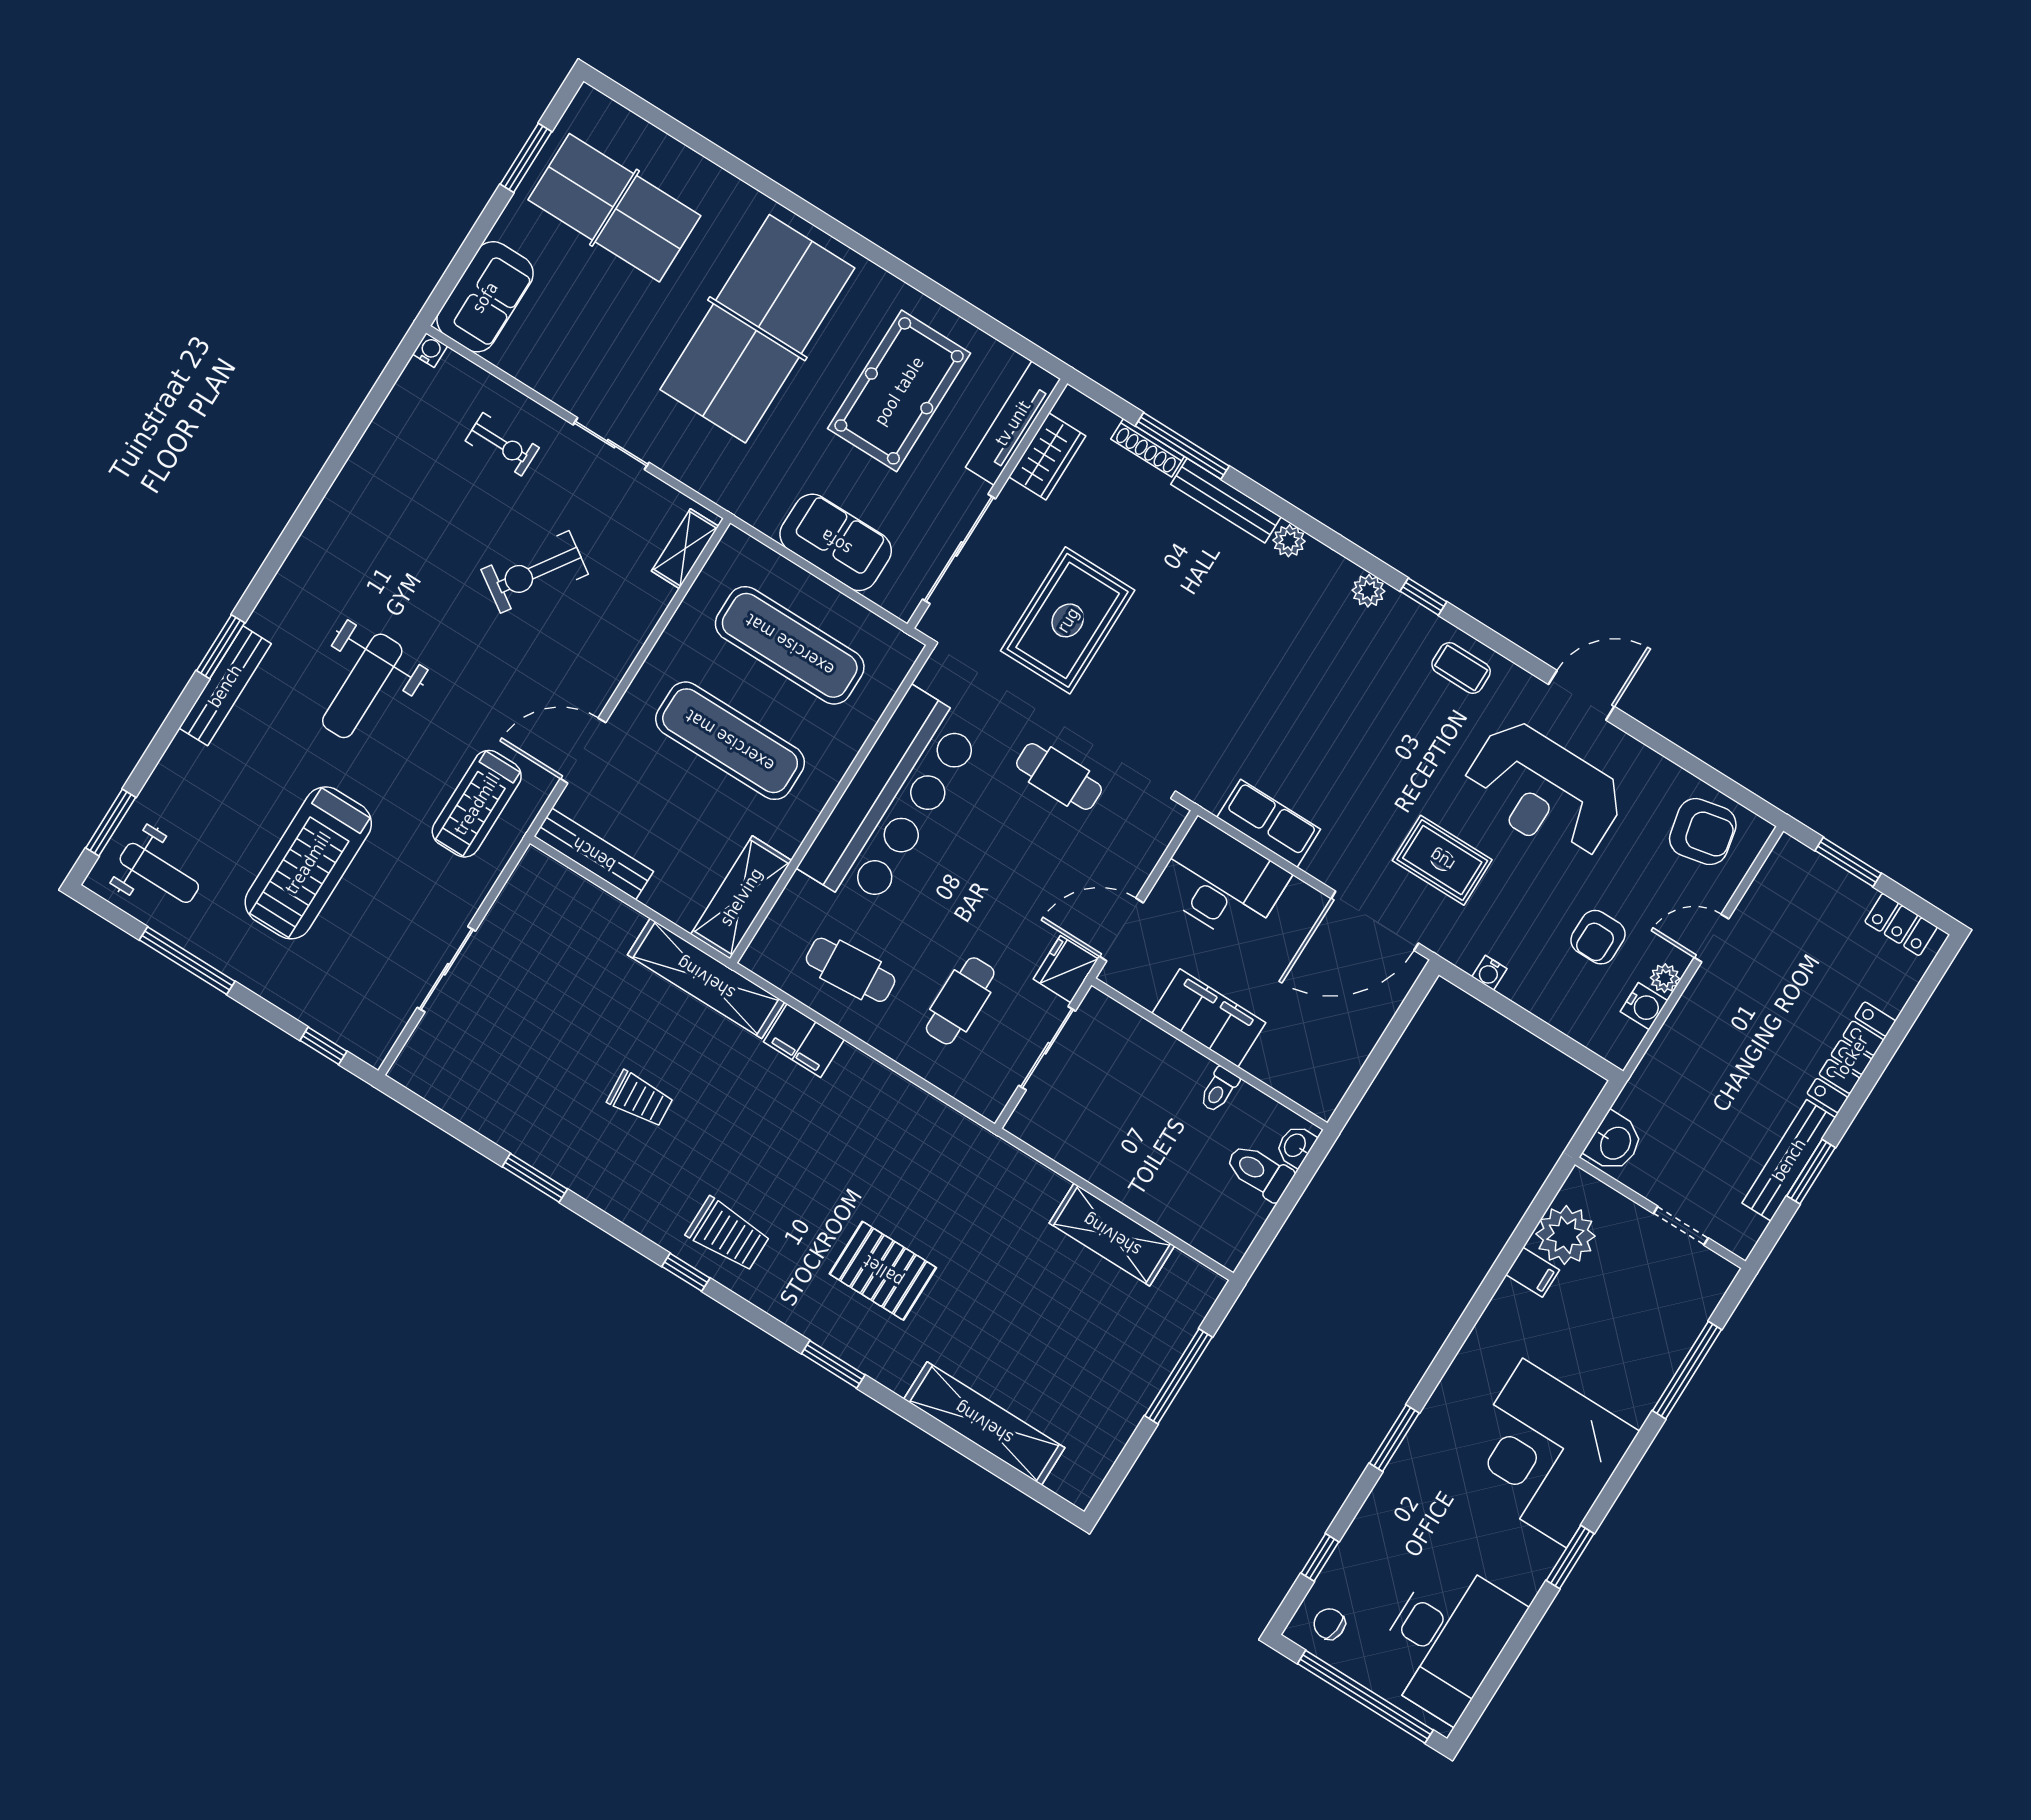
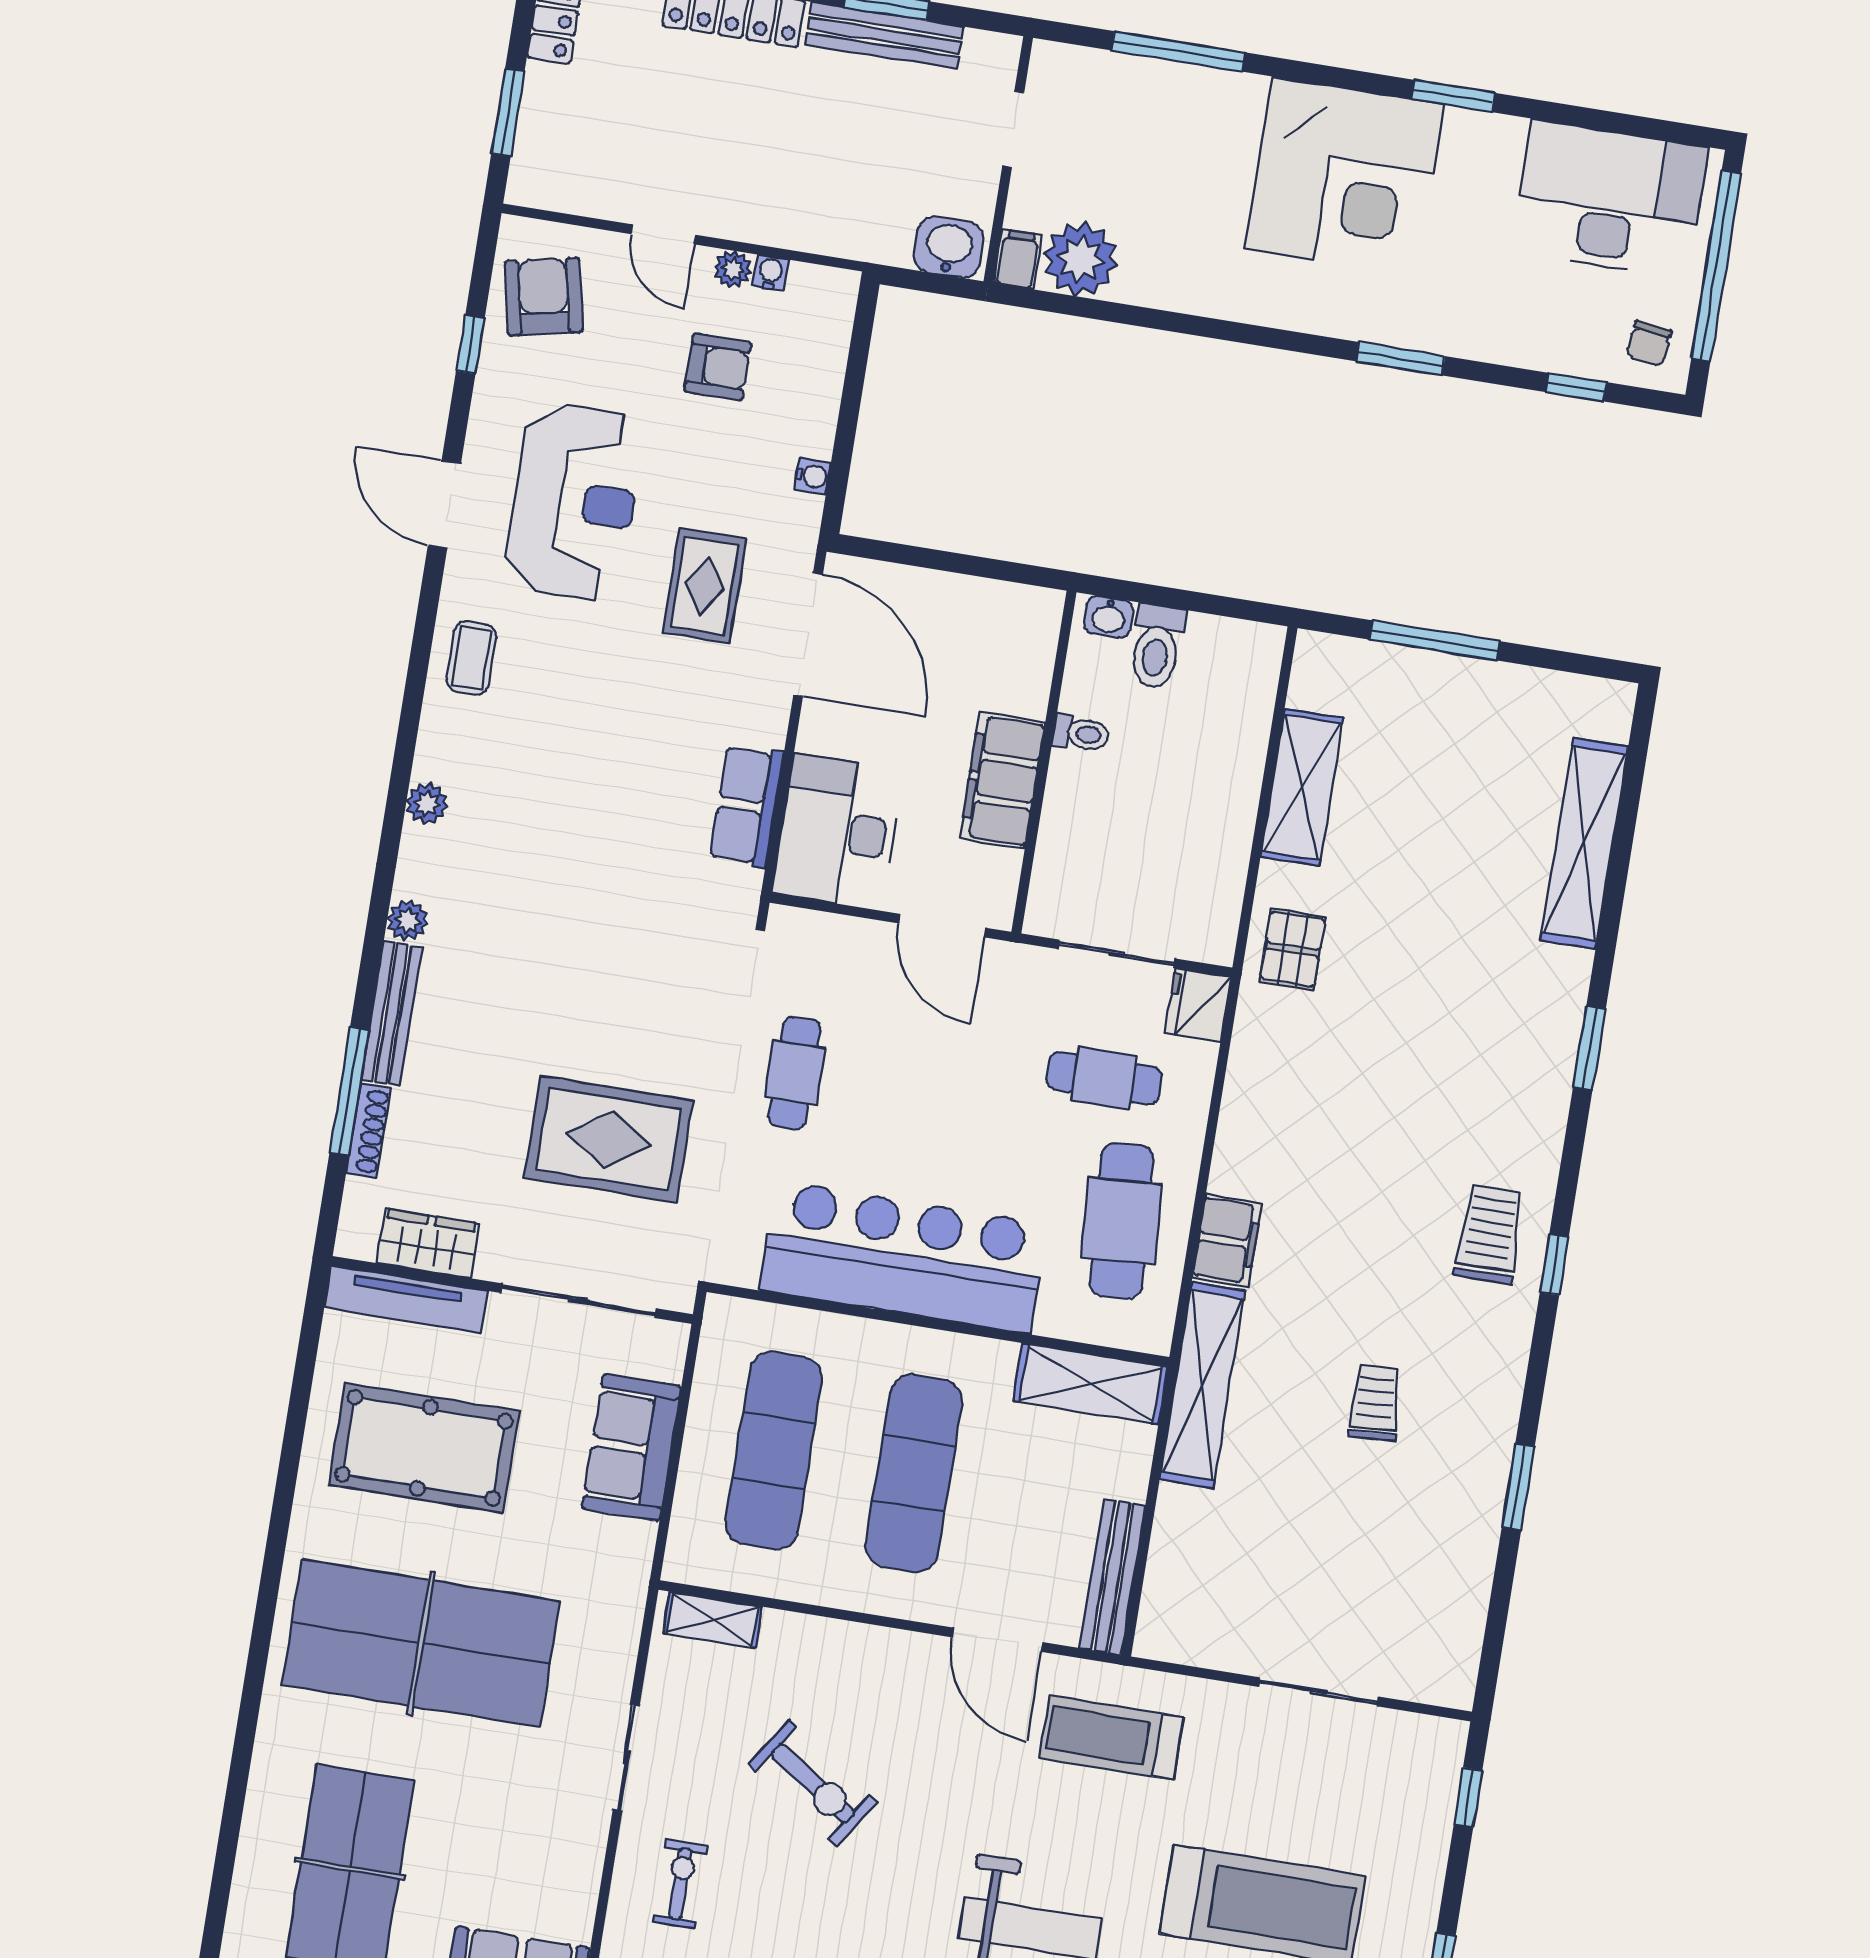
window: (1423, 597) -> (470, 344), moved
treadmill: (477, 804) -> (1111, 1738), turned 180
fridge: (1066, 969) -> (1198, 1005), moved, turned 90
cafe table: (851, 970) -> (1122, 1221), width x1.37, depth x1.35
water cooler: (1644, 1006) -> (771, 273), width x0.72, depth x0.72
pallet: (883, 1271) -> (1292, 949), moved, width x0.67, depth x0.71
filing cabinet: (1533, 1272) -> (1018, 259), moved

